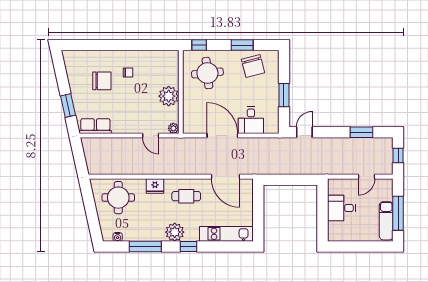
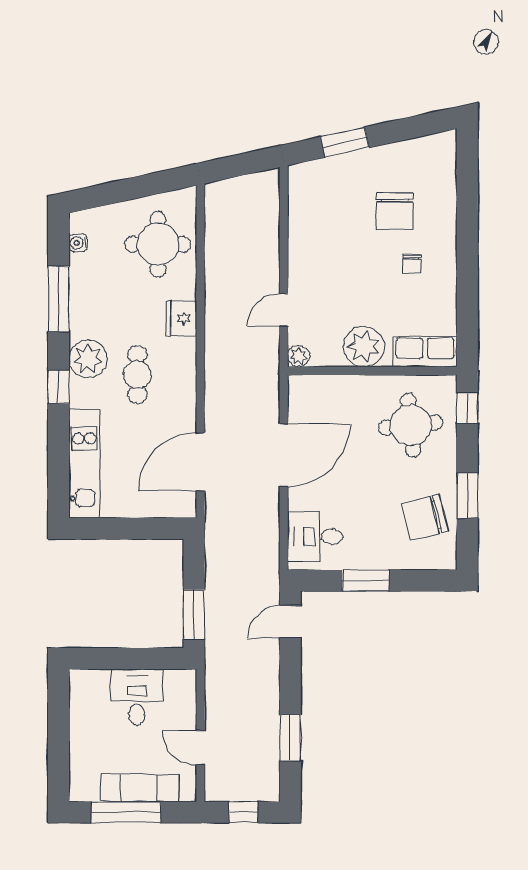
desk: (251, 120) -> (315, 537), moved
row of seats: (95, 126) -> (425, 352), moved, turned -90
door: (304, 132) -> (290, 622), swing flipped
window: (301, 180) -> (194, 614), added
cafe table: (186, 196) -> (137, 375), moved
exam couch: (386, 221) -> (140, 788), moved

